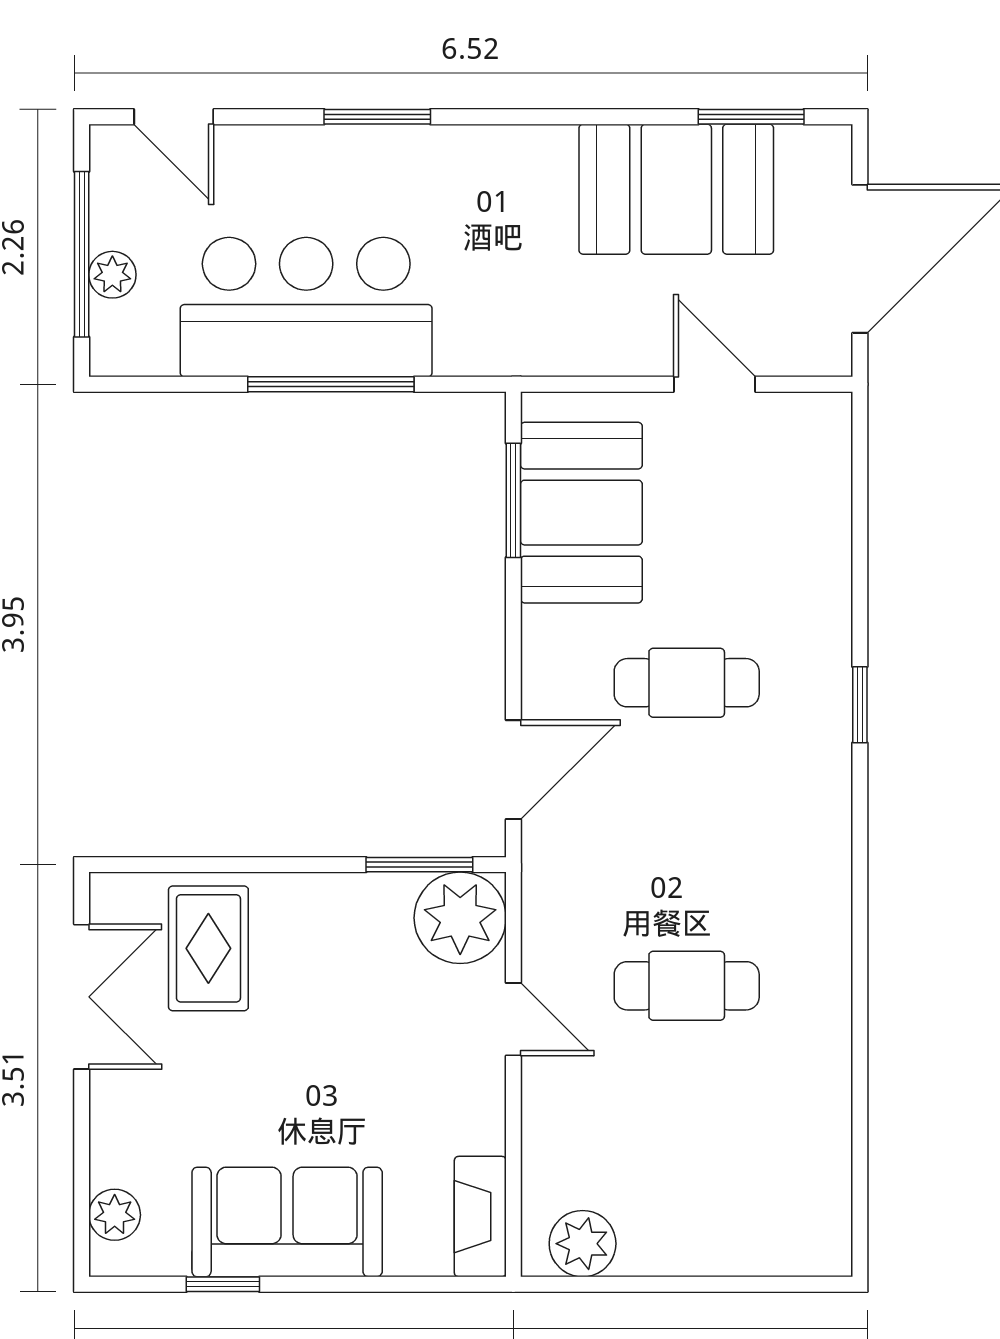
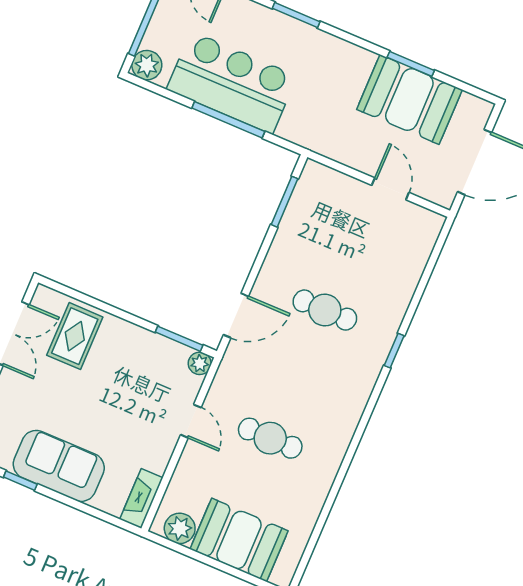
window: (751, 117) -> (411, 64), moved
plant: (112, 275) -> (147, 65), moved, width x1.38, depth x1.38
booth: (581, 513) -> (239, 540), moved, turned 90
plant: (460, 918) -> (200, 363), width x0.53, depth x0.53

